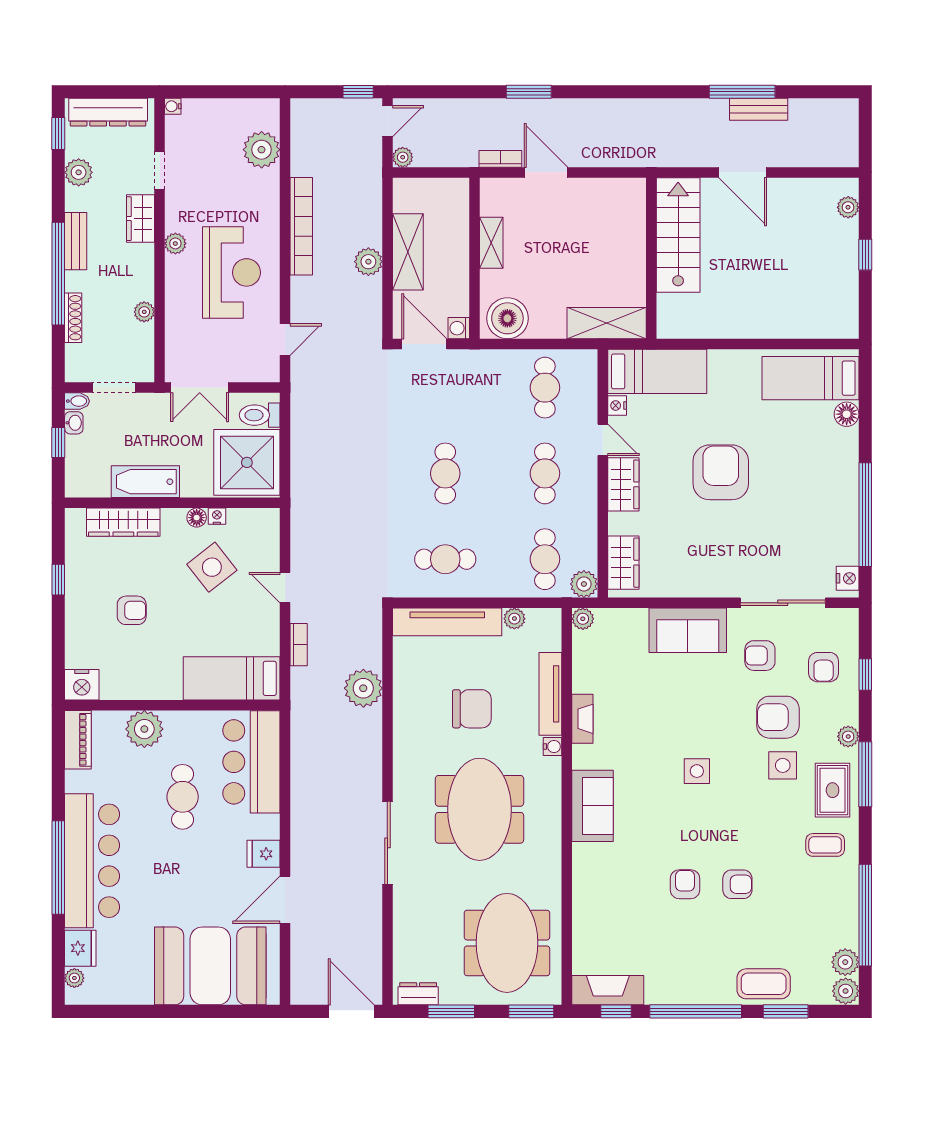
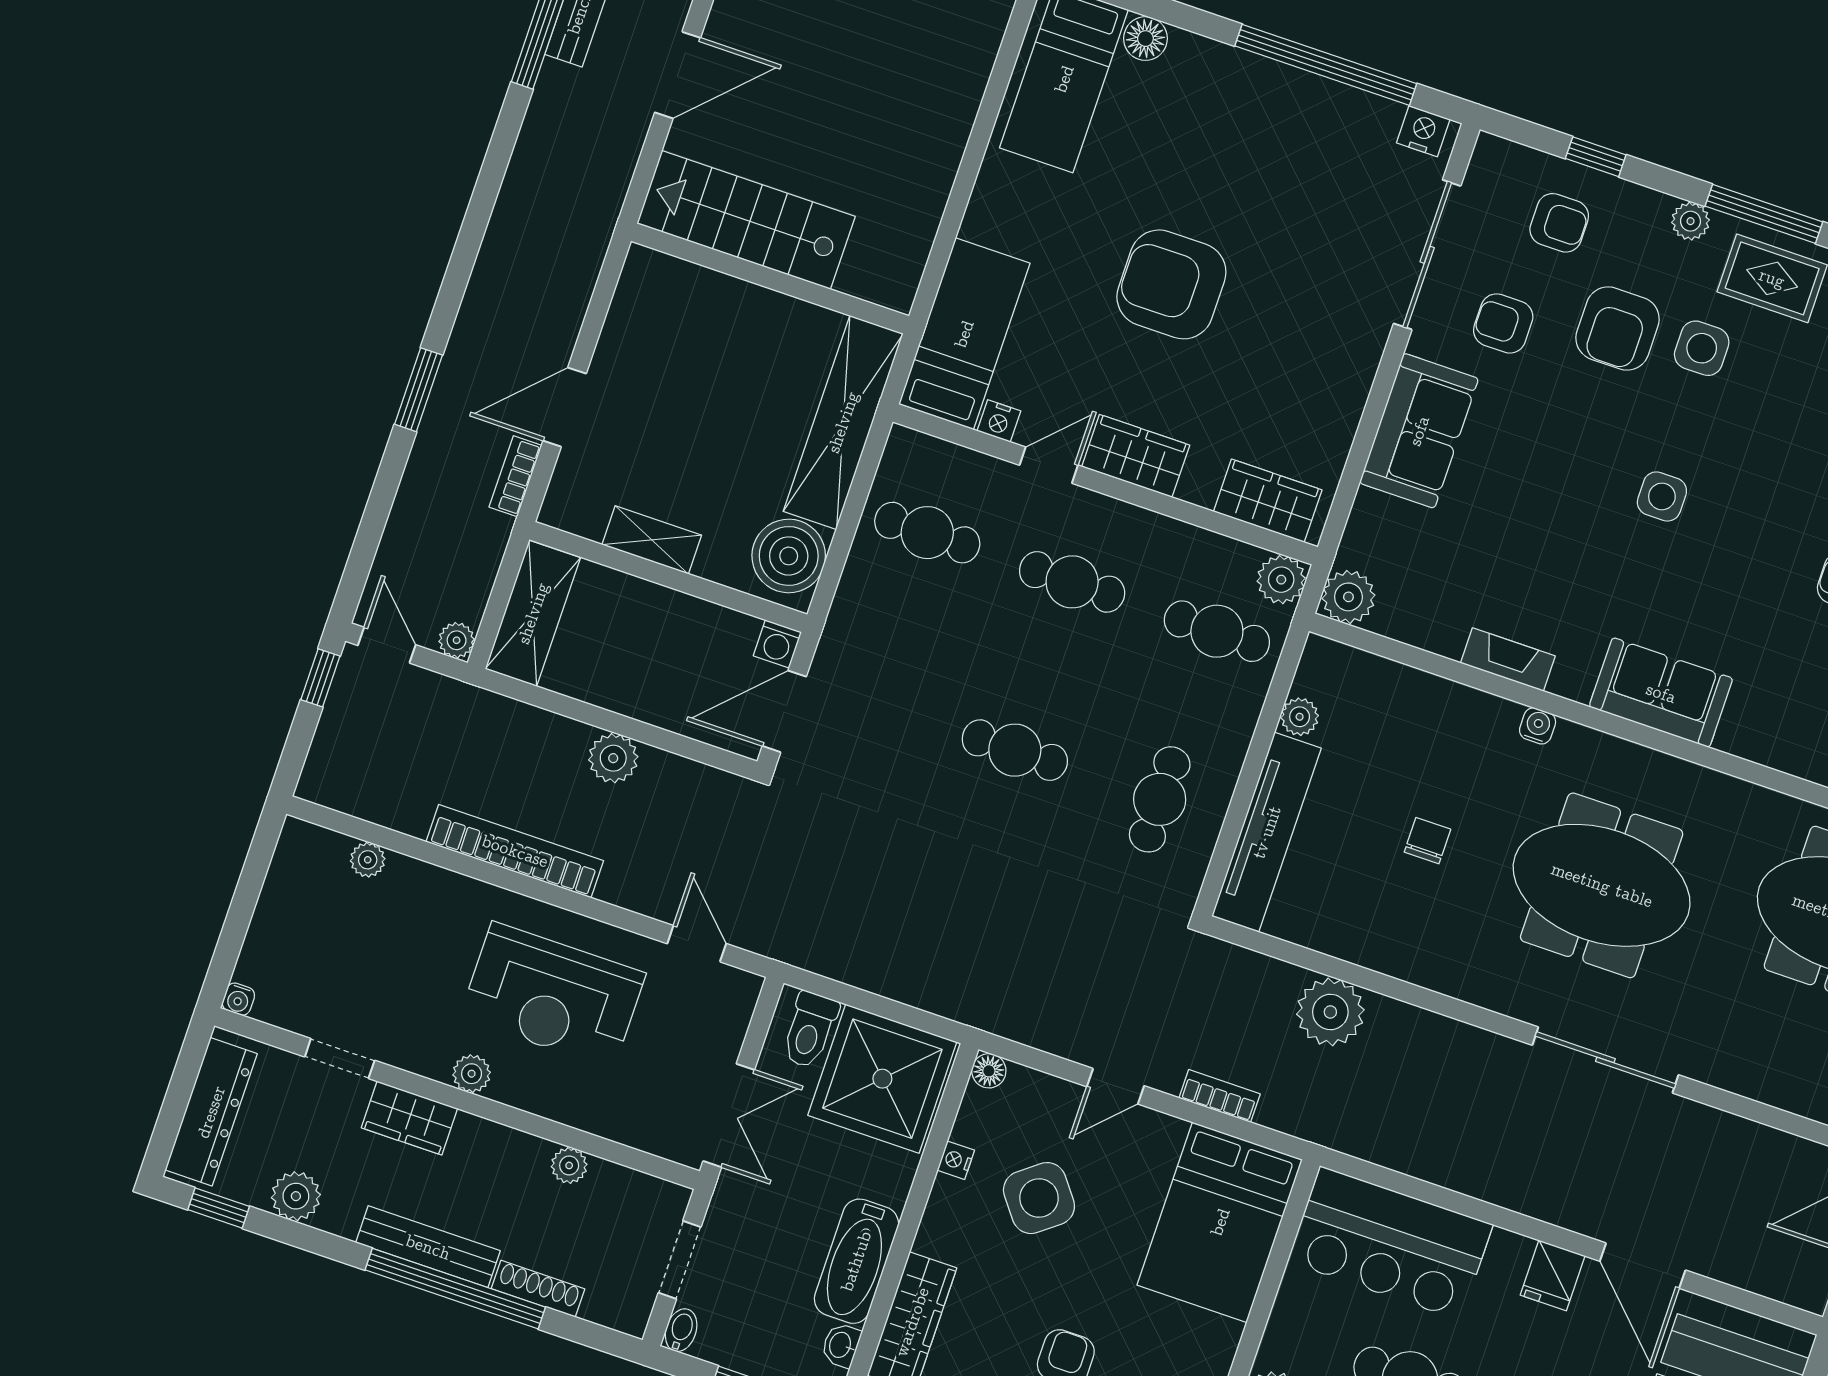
plant: (262, 150) -> (368, 860), width x0.53, depth x0.53
bench: (76, 241) -> (428, 1247), width x1.36
shelving: (408, 252) -> (533, 613), moved, turned 90
reception desk: (232, 272) -> (553, 995), turned 180
shelving: (607, 323) -> (843, 422), width x1.47
washbasin: (74, 423) -> (841, 1345), moved, turned -90
floor lamp: (197, 518) -> (989, 1071), moved
plant: (583, 619) -> (1348, 597), width x1.38, depth x1.38
armchair: (760, 656) -> (1503, 323), turned 90
bed: (232, 678) -> (1220, 1222), width x1.50
tv unit: (550, 694) -> (1447, 699), removed
chair: (472, 709) -> (1427, 841), width x0.54, depth x0.54

